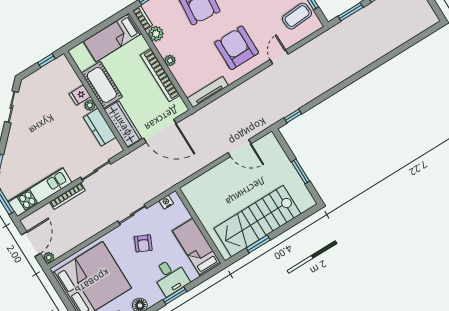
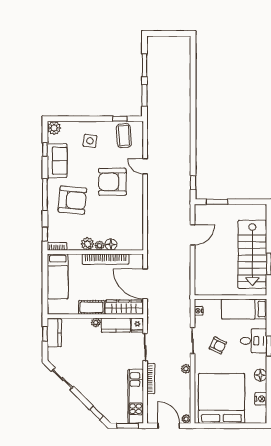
plant: (156, 34) -> (87, 244), moved
armchair: (237, 48) -> (112, 182), moved
kitchen counter: (53, 70) -> (54, 333), added
floor lamp: (178, 71) -> (111, 244), added
cot: (102, 85) -> (92, 307), width x0.73, depth x0.75
tv unit: (208, 92) -> (139, 233), removed
fridge: (80, 95) -> (137, 325), moved
door: (160, 131) -> (145, 284), swing flipped
window: (301, 171) -> (217, 202), moved
plant: (100, 226) -> (186, 369), added

